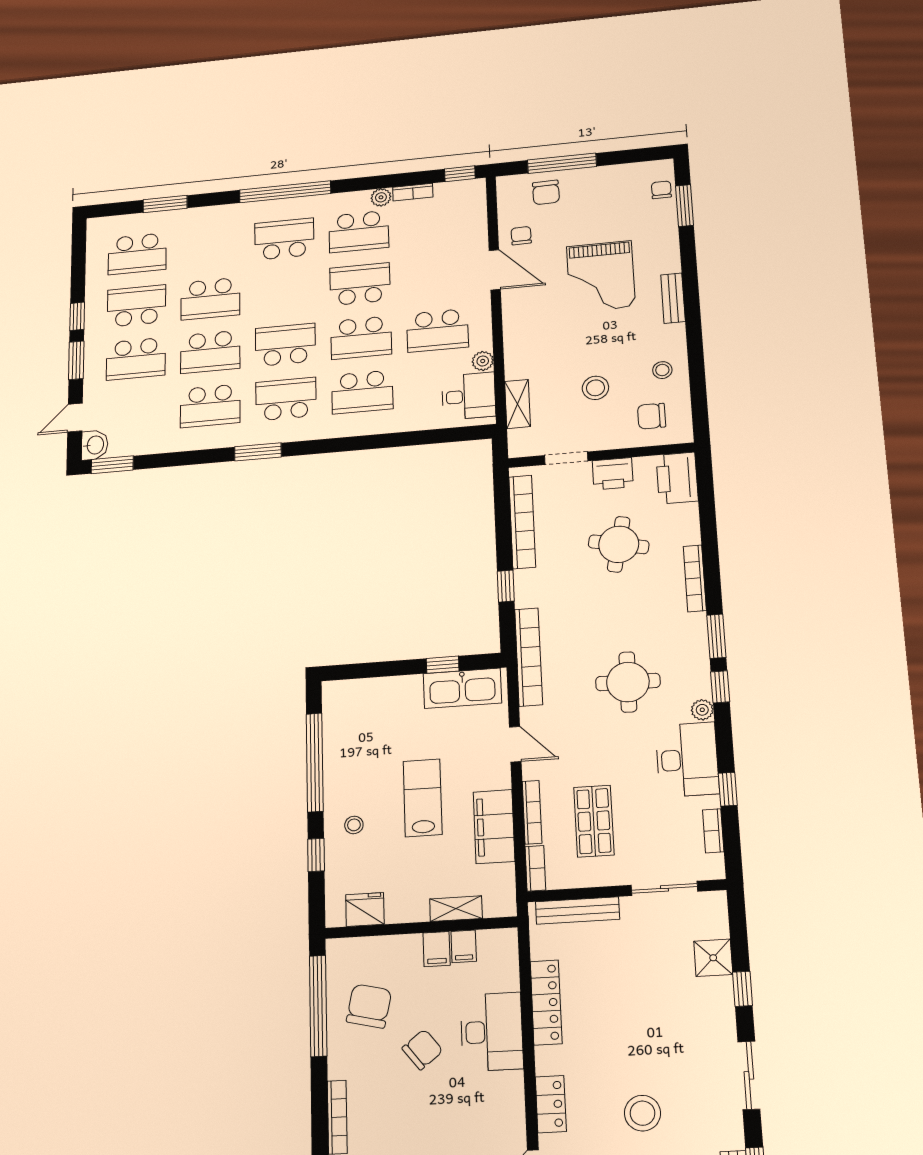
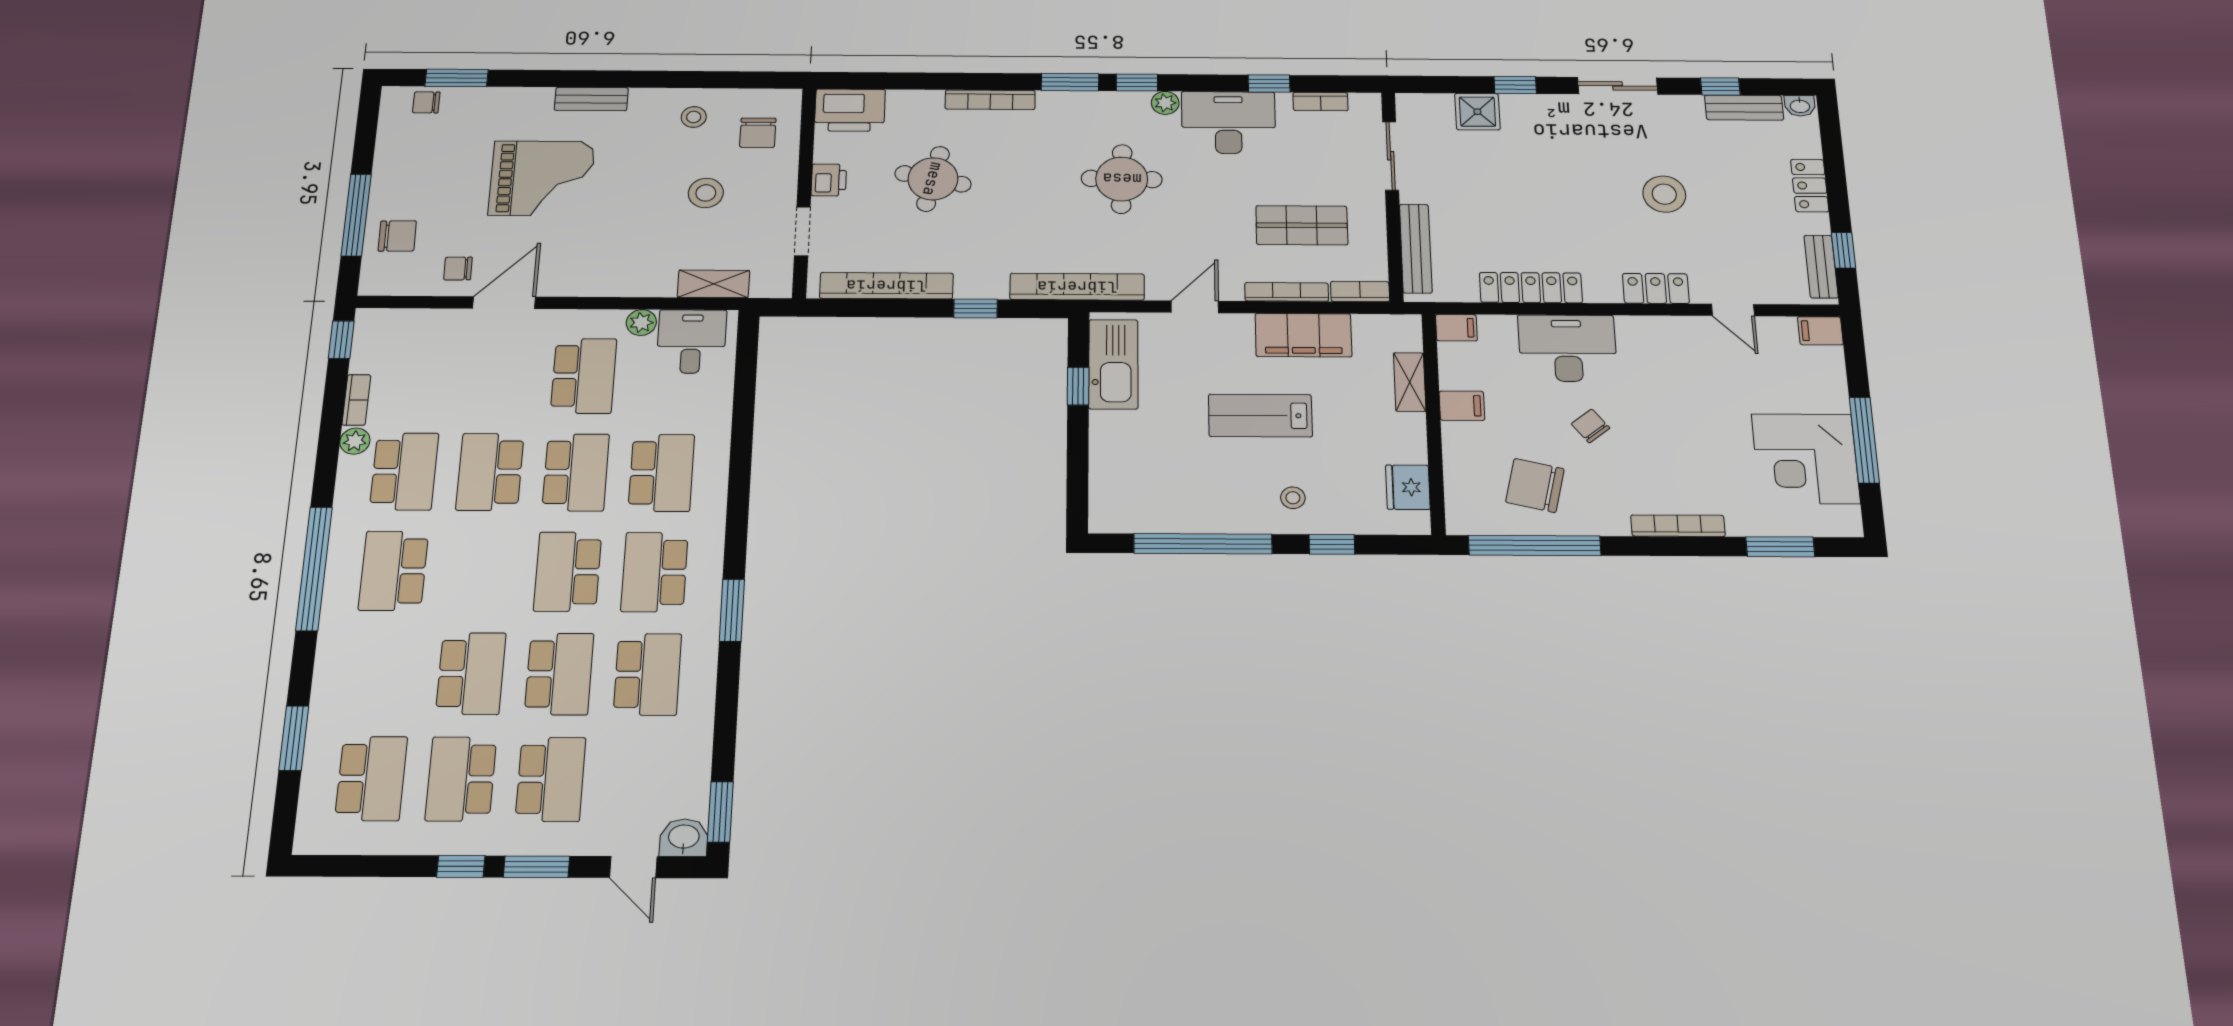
printer: (613, 474) -> (829, 180), width x0.73, depth x0.81
filing cabinet: (464, 946) -> (1456, 328), moved
chair: (422, 1049) -> (1590, 426), width x0.73, depth x0.73

